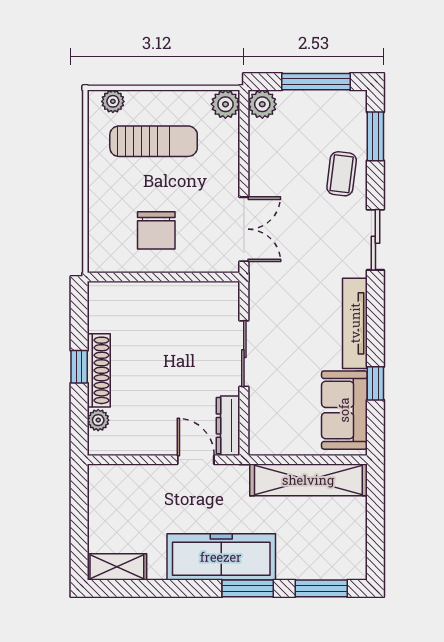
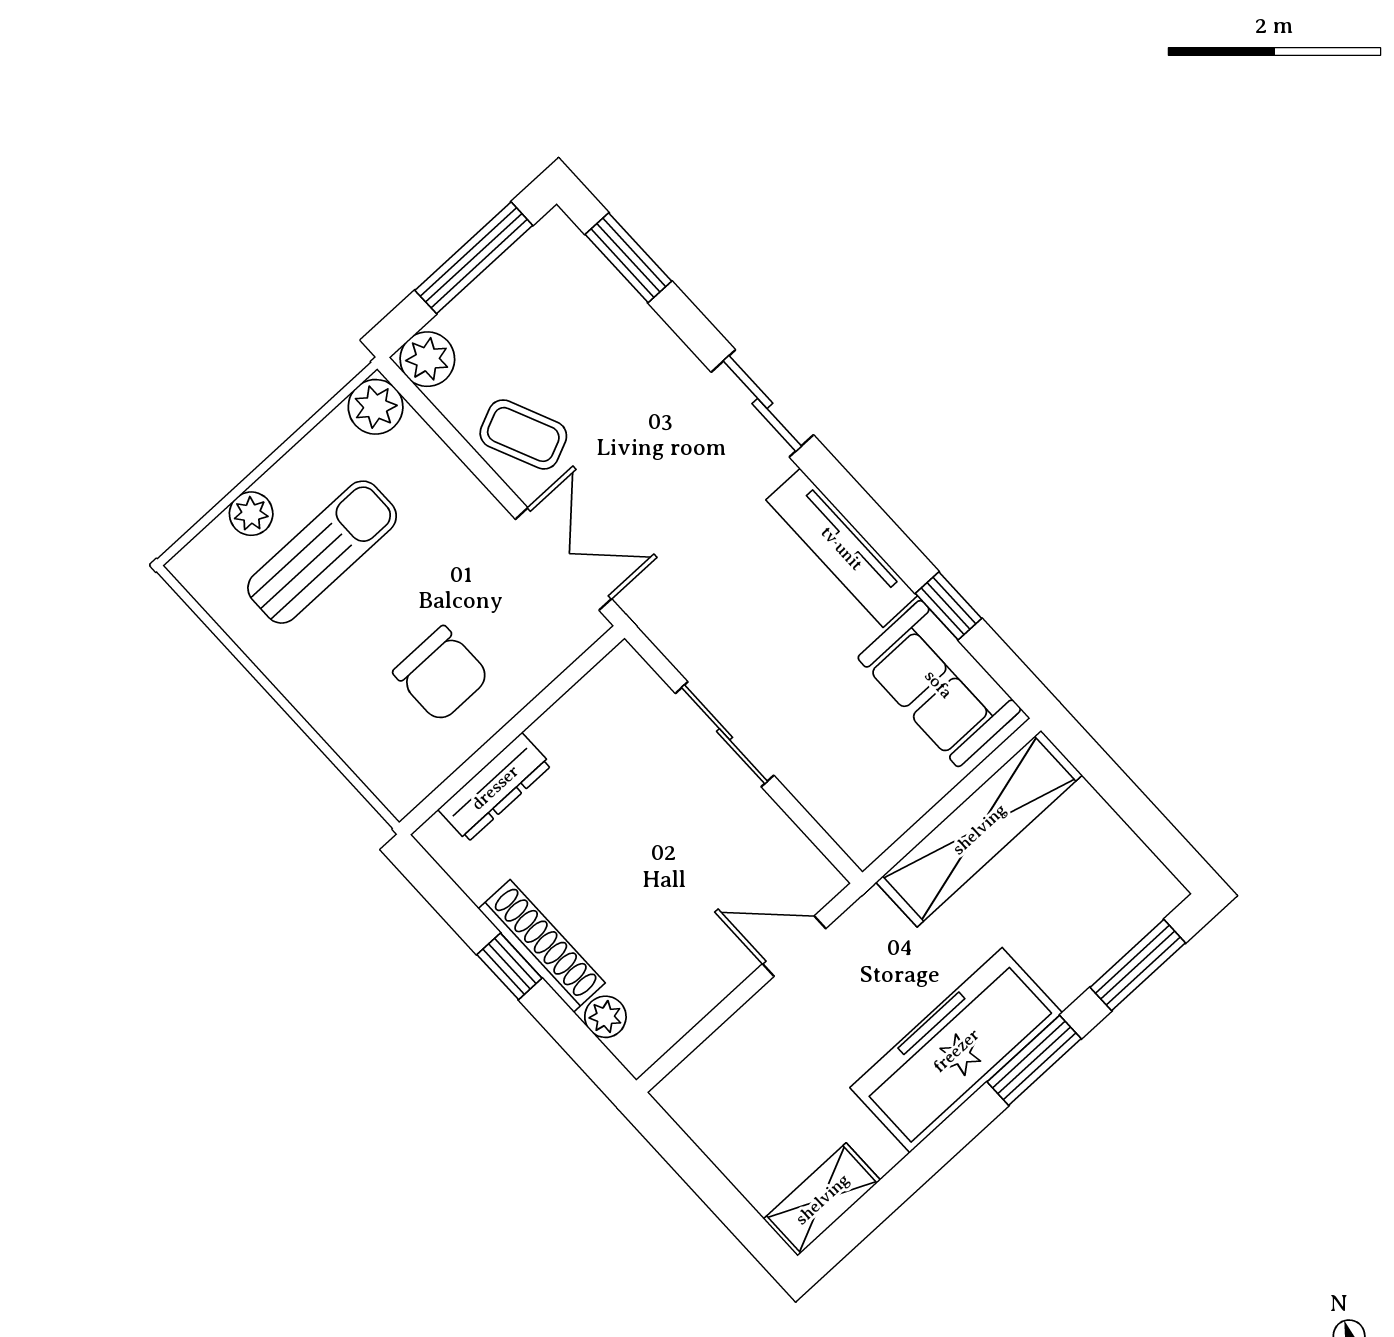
plant: (113, 101) -> (251, 514), moved
coffee table: (342, 174) -> (523, 434), moved, turned -31
dresser: (228, 426) -> (495, 787), moved, turned -90

